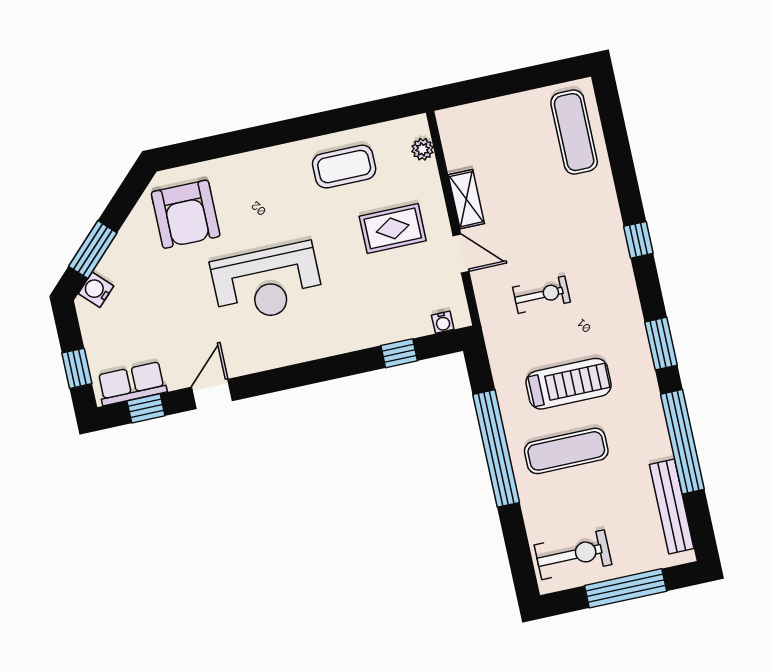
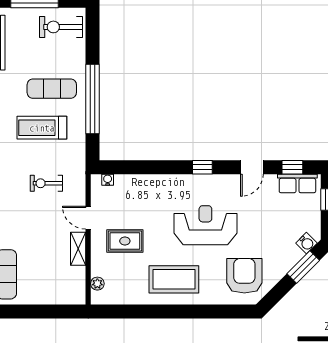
coffee table: (344, 167) -> (174, 279), moved, width x1.36, depth x1.32
window: (399, 353) -> (202, 167), moved

